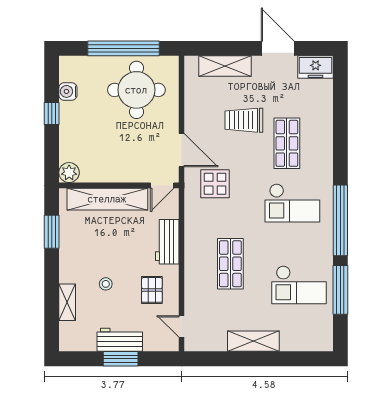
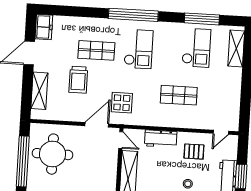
window: (340, 220) -> (133, 15), moved
shelving: (253, 341) -> (236, 49), moved

